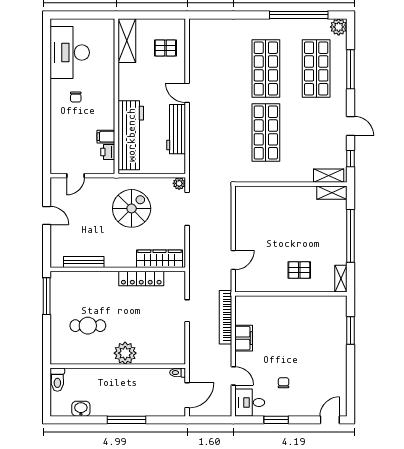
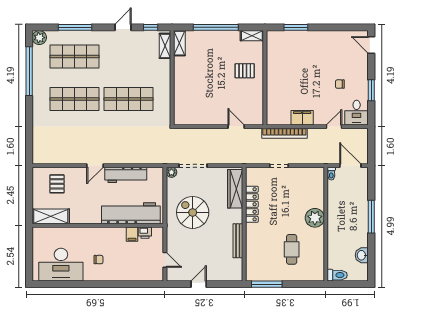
bench: (84, 262) -> (238, 241), moved
pallet: (299, 270) -> (245, 71), turned 90

